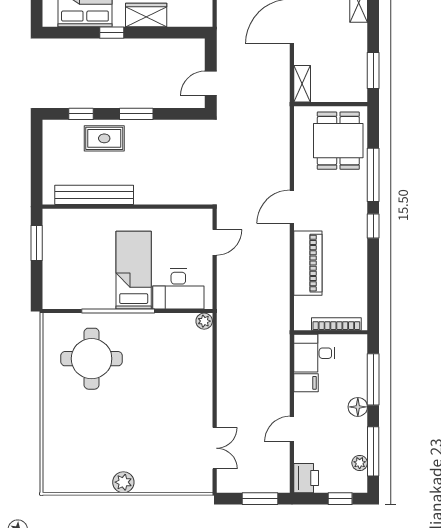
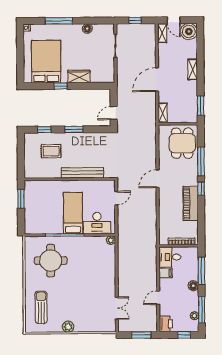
rug: (104, 138) -> (51, 151), moved
bench: (94, 195) -> (82, 173), moved
piano: (308, 263) -> (191, 203), moved, turned 180
sun lounger: (73, 446) -> (41, 307), added

